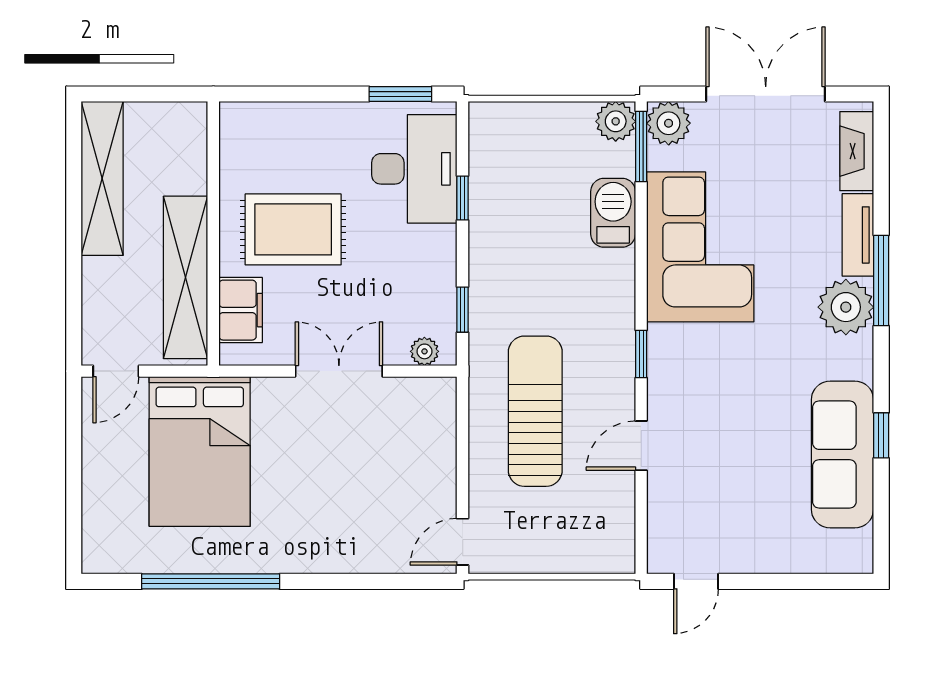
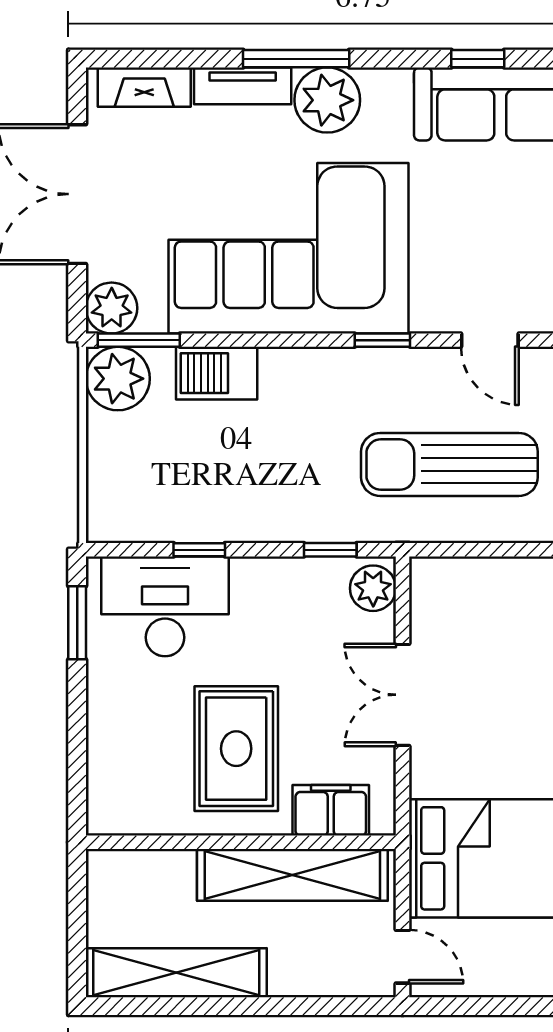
plant: (616, 121) -> (118, 379), width x1.36, depth x1.36
corner sofa: (700, 247) -> (289, 248), width x1.36, depth x1.36
plant: (424, 351) -> (373, 588), width x1.38, depth x1.38

